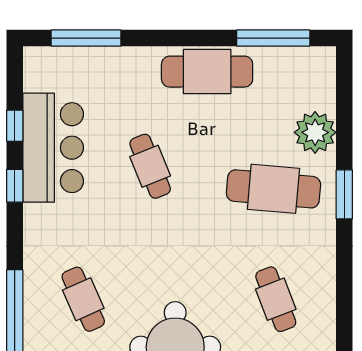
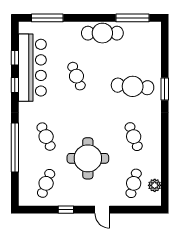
plant: (315, 132) -> (152, 61), removed
bar counter: (53, 148) -> (32, 68), width x1.36

